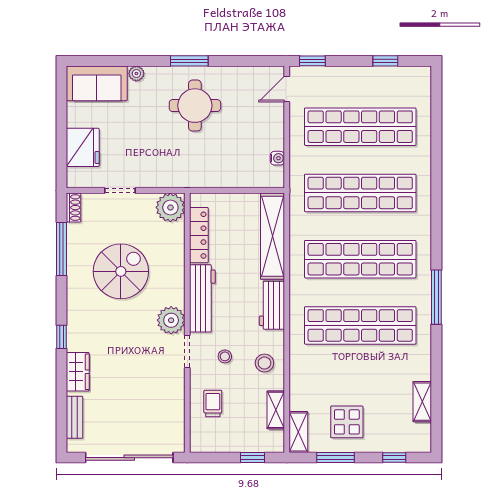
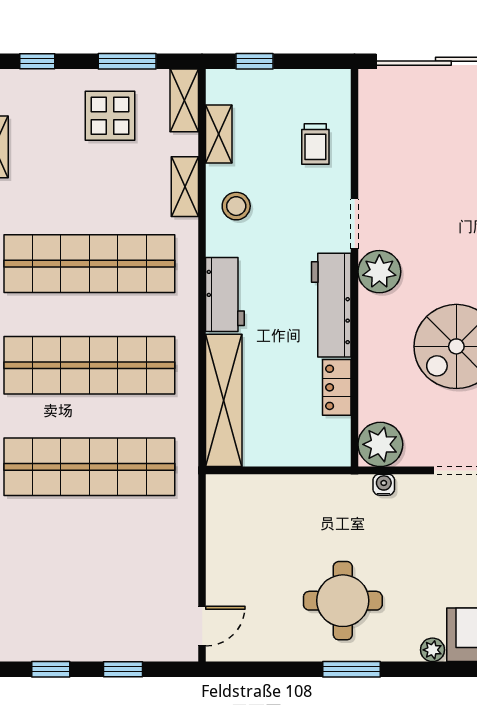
window: (312, 61) -> (123, 669), moved
shop shelf: (360, 127) -> (89, 568), removed
water cooler: (277, 158) -> (384, 485), moved, turned 90
locker: (199, 235) -> (337, 387), width x0.66
stool: (225, 356) -> (297, 216), removed
shelving: (298, 376) -> (185, 187), added

